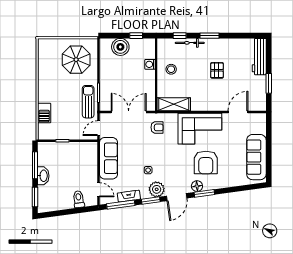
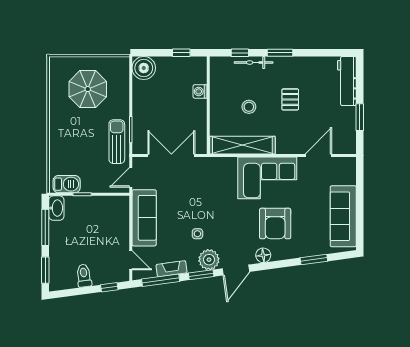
boiler: (120, 47) -> (144, 68), moved
parasol: (76, 60) -> (88, 89), moved
stool: (171, 69) -> (249, 107), moved
shelving: (174, 104) -> (242, 145), width x1.47
barbecue: (44, 113) -> (67, 184), moved, turned -90
armchair: (157, 127) -> (210, 176), removed
washbasin: (43, 176) -> (56, 208), moved
window: (204, 193) -> (314, 260), moved
toilet: (79, 199) -> (84, 276), moved
window: (83, 210) -> (109, 287), added

